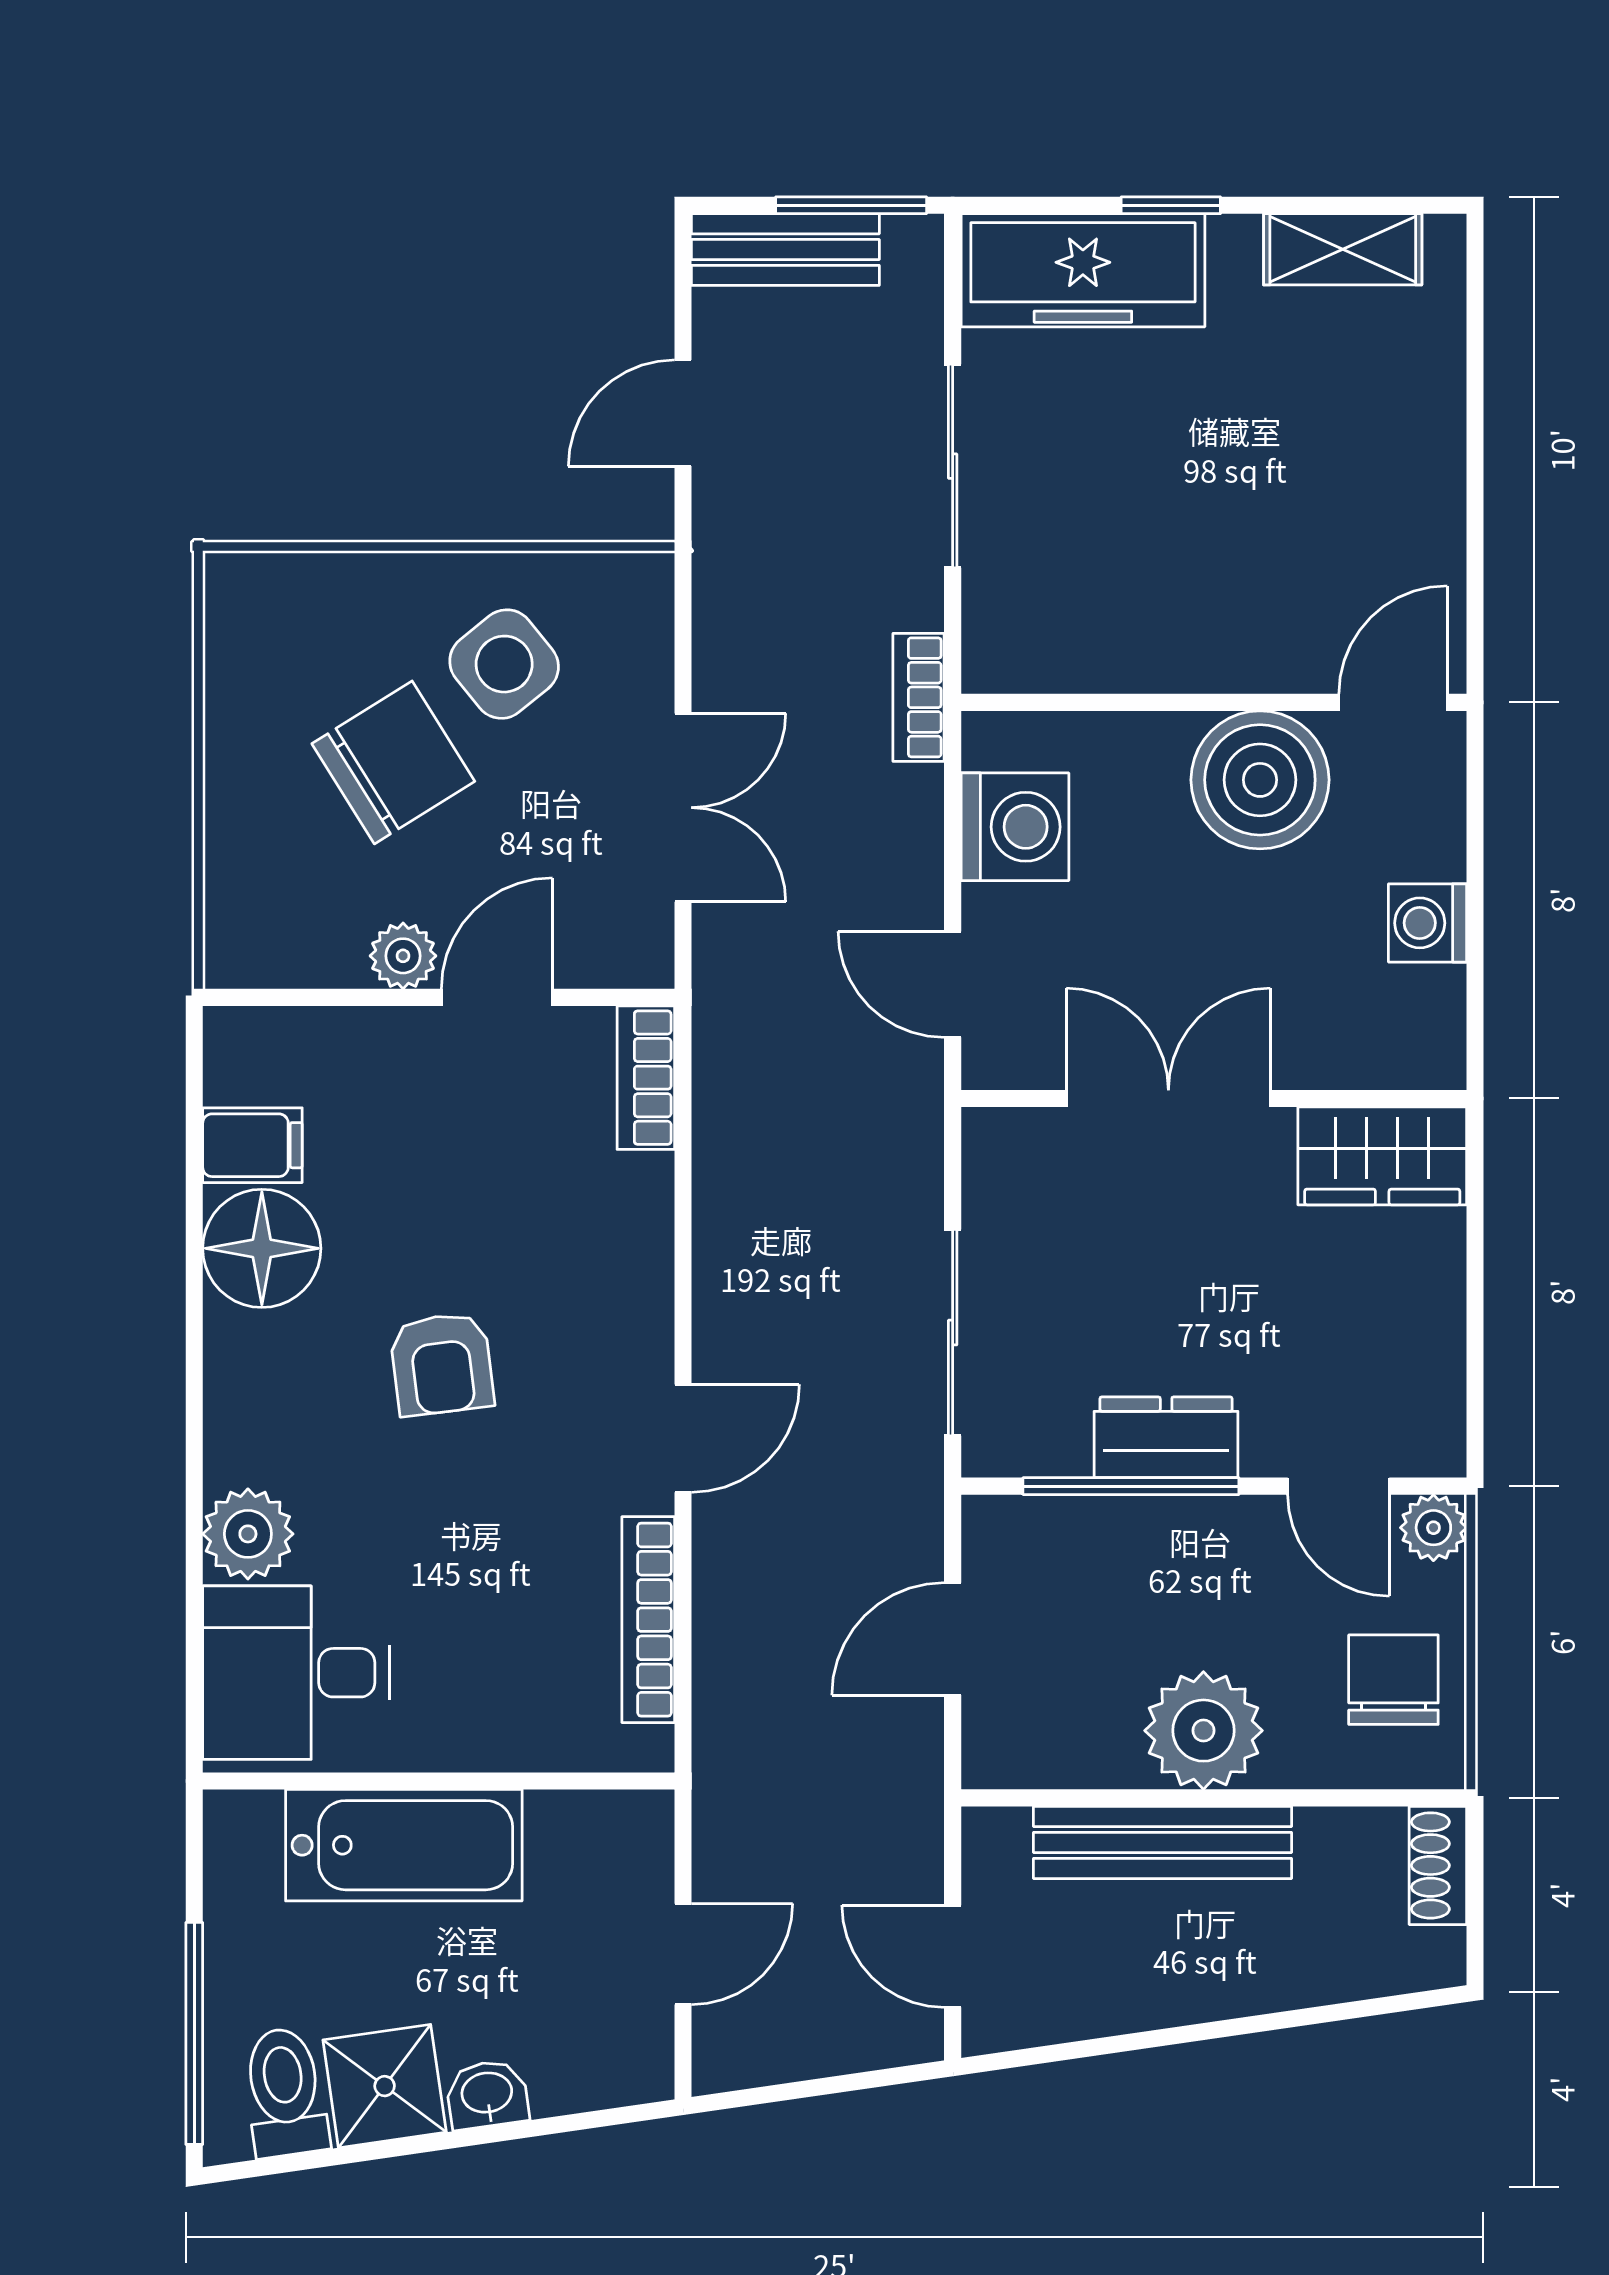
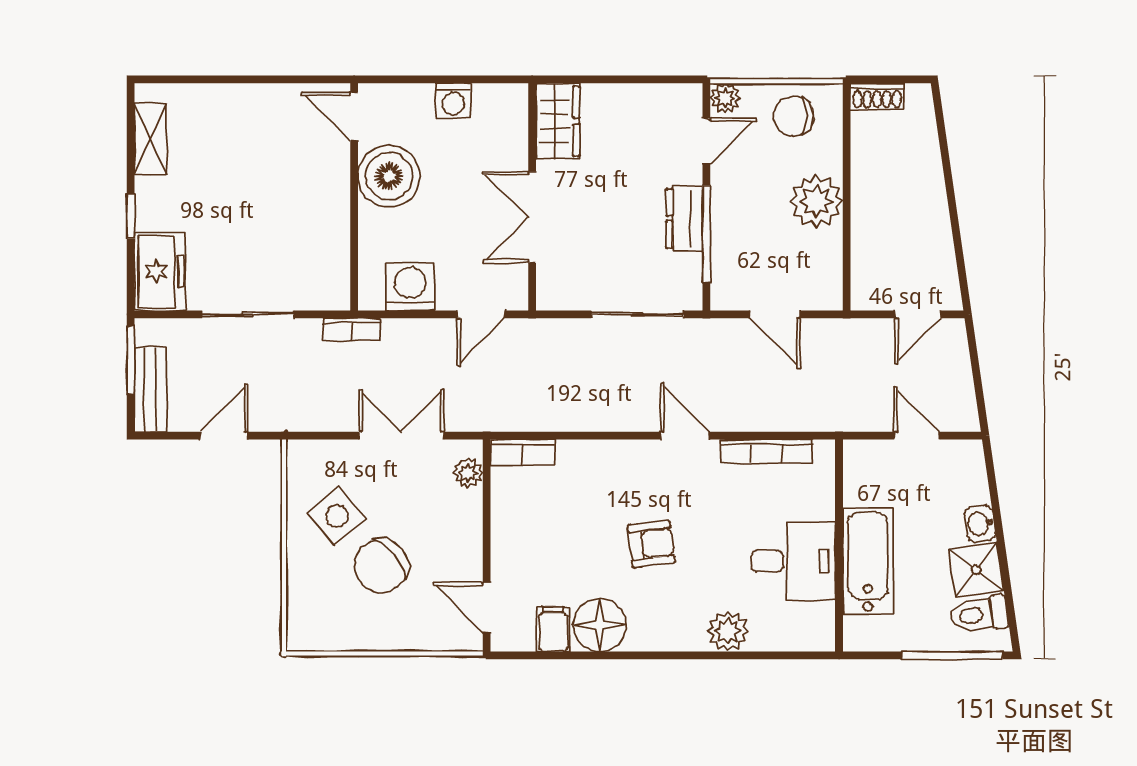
freezer: (1083, 270) -> (160, 271), width x0.71
door: (683, 413) -> (224, 436), swing flipped
chair: (393, 762) -> (381, 566), turned -97
plant: (403, 956) -> (468, 473), moved
door: (497, 997) -> (487, 607), moved
desk: (296, 1673) -> (793, 561), moved, turned -90
bench: (1162, 1842) -> (867, 220), removed

